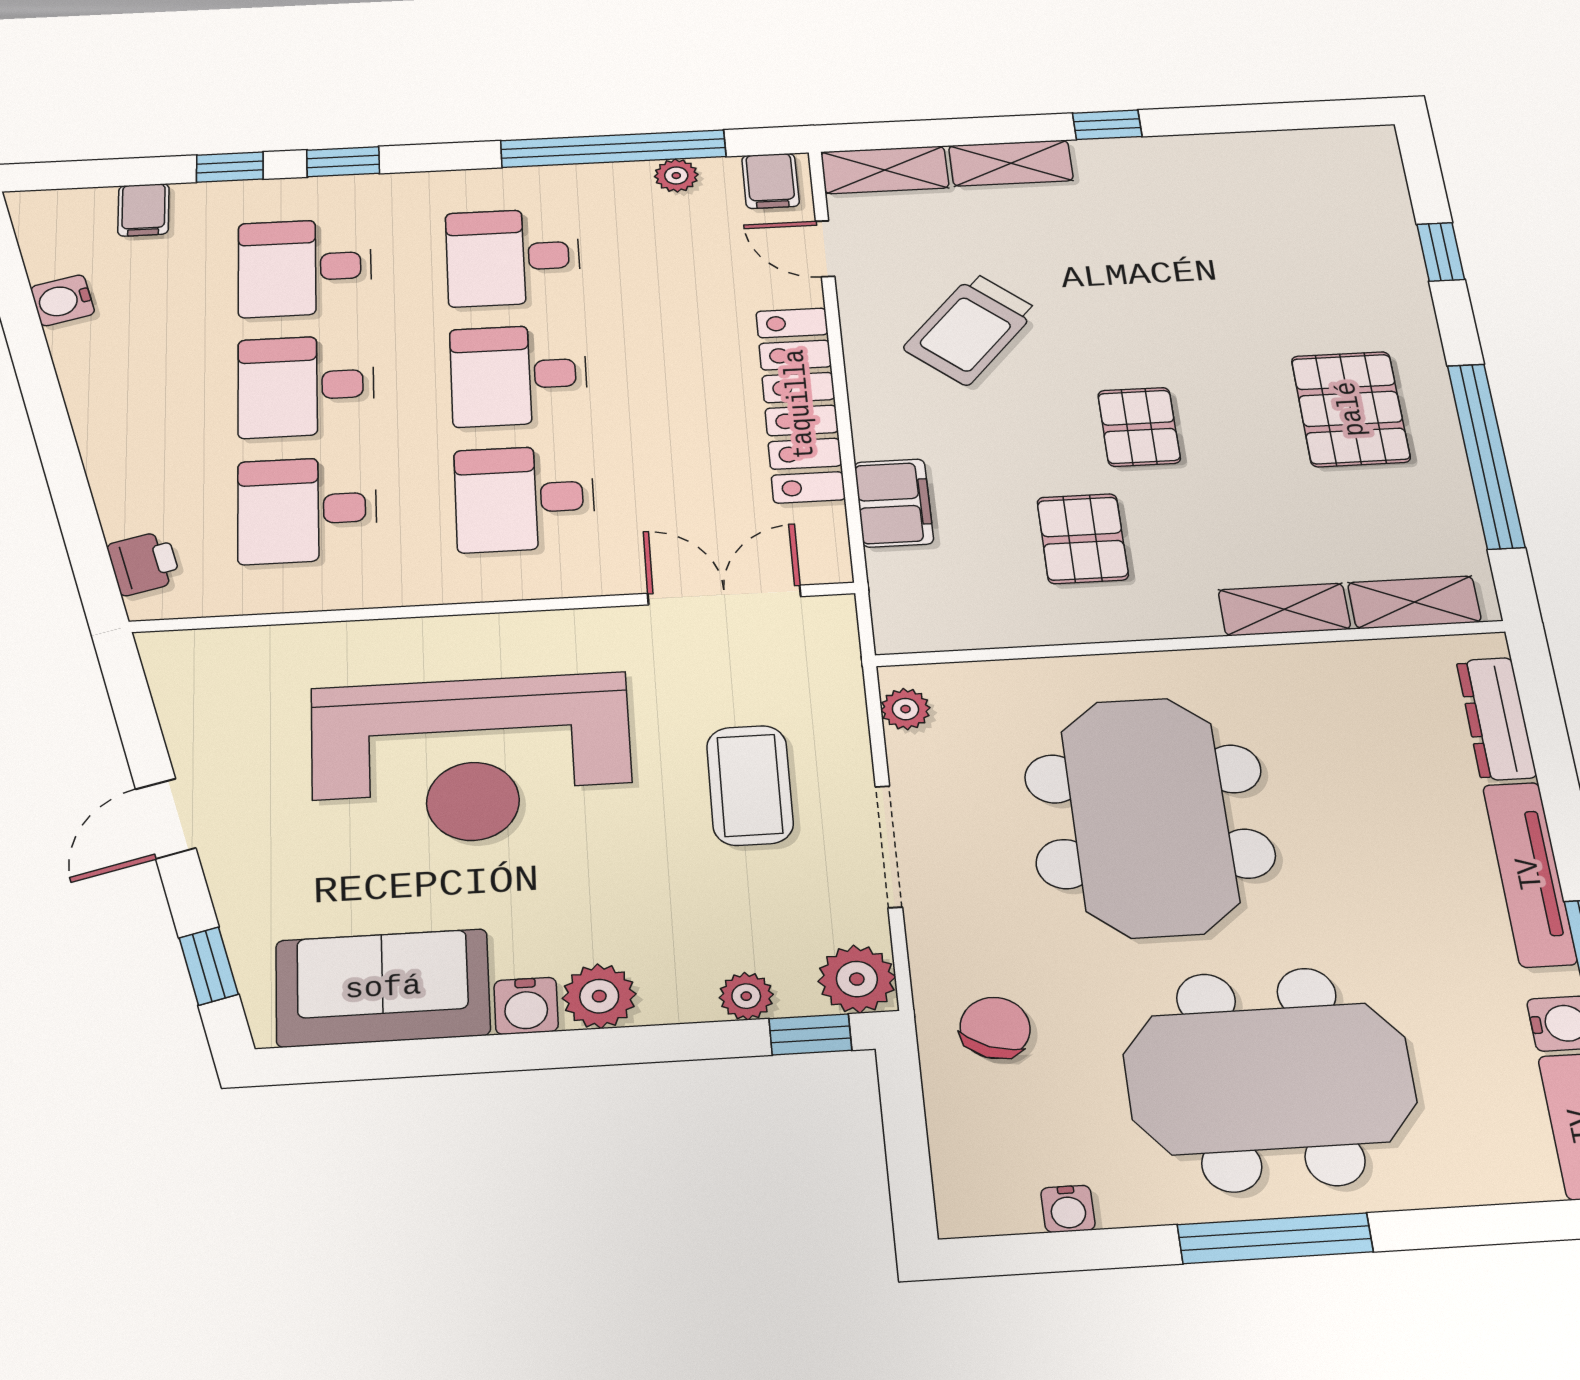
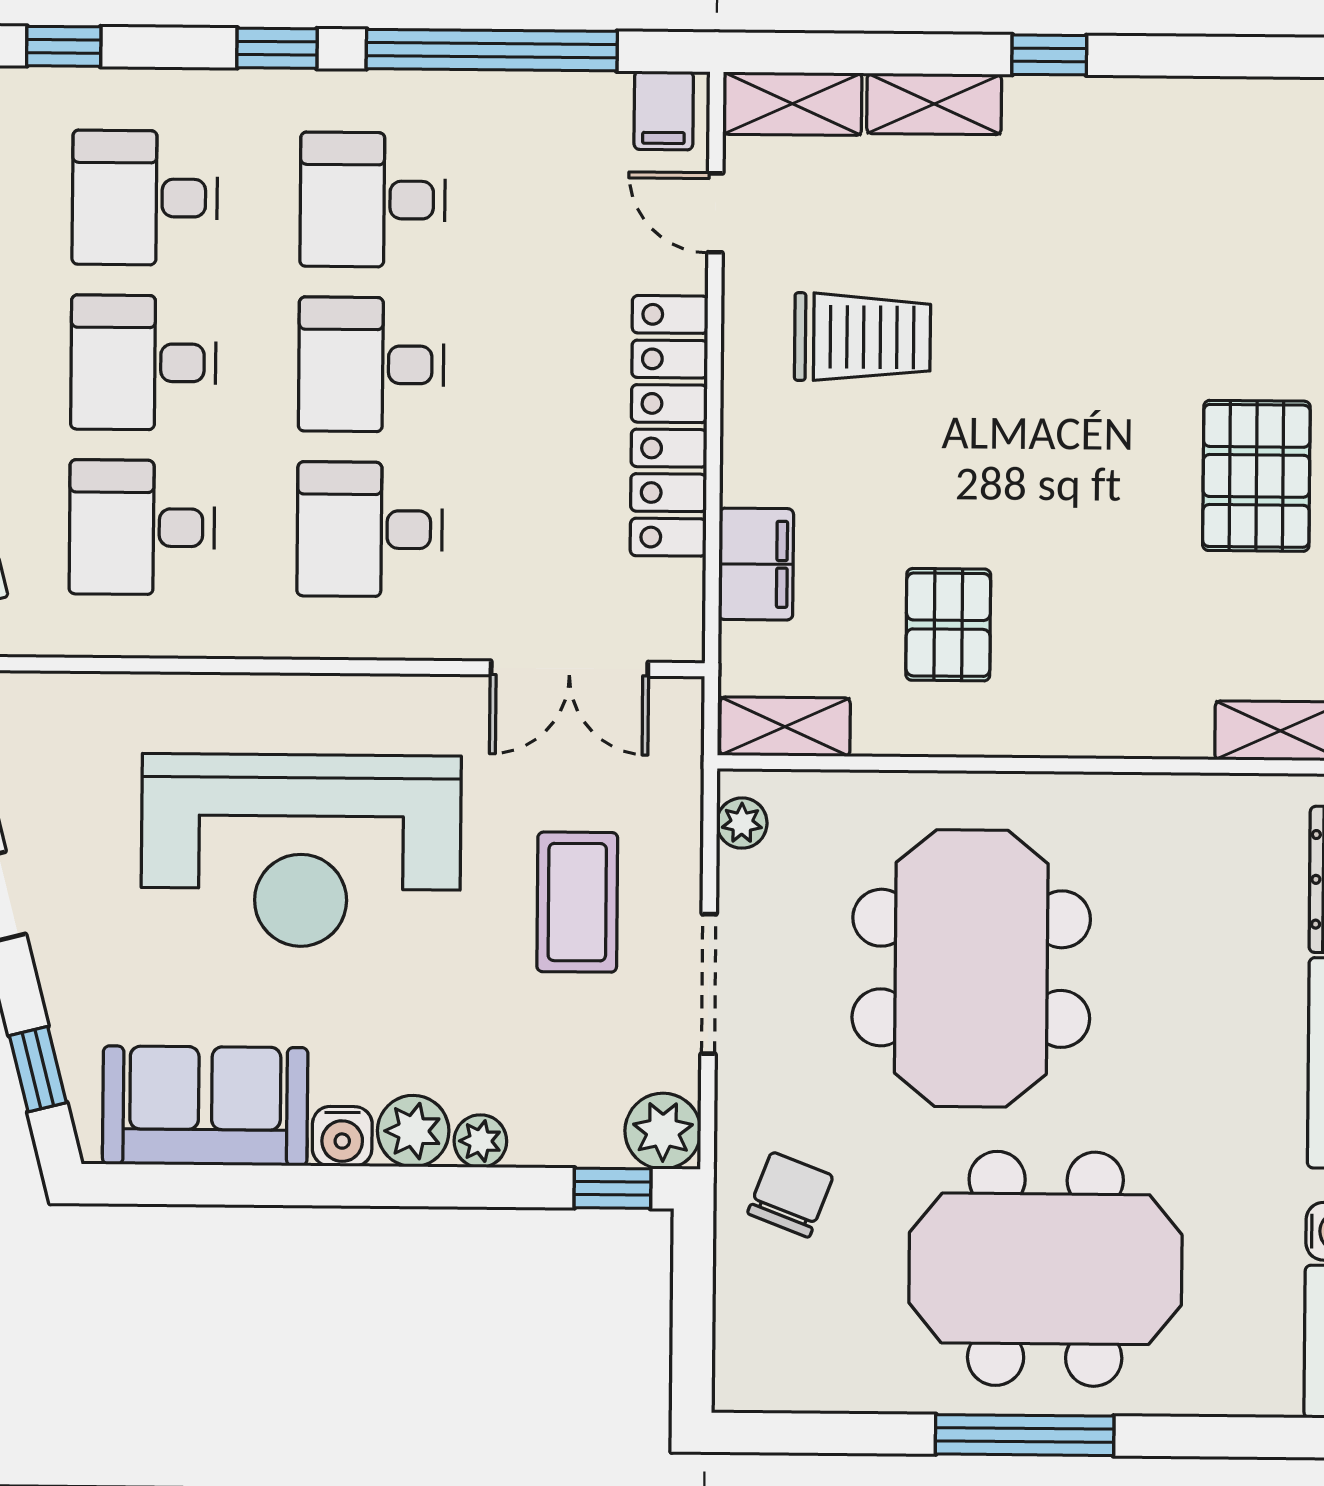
window: (343, 162) -> (277, 48), moved
plant: (676, 176) -> (559, 95), removed
trolley: (970, 329) -> (862, 337), turned -131
pallet: (1139, 427) -> (1027, 483), removed
double door: (724, 595) -> (569, 669), swing flipped
shelving: (1284, 609) -> (785, 727), moved
plant: (746, 996) -> (480, 1141), moved
water cooler: (1068, 1209) -> (836, 1390), removed

